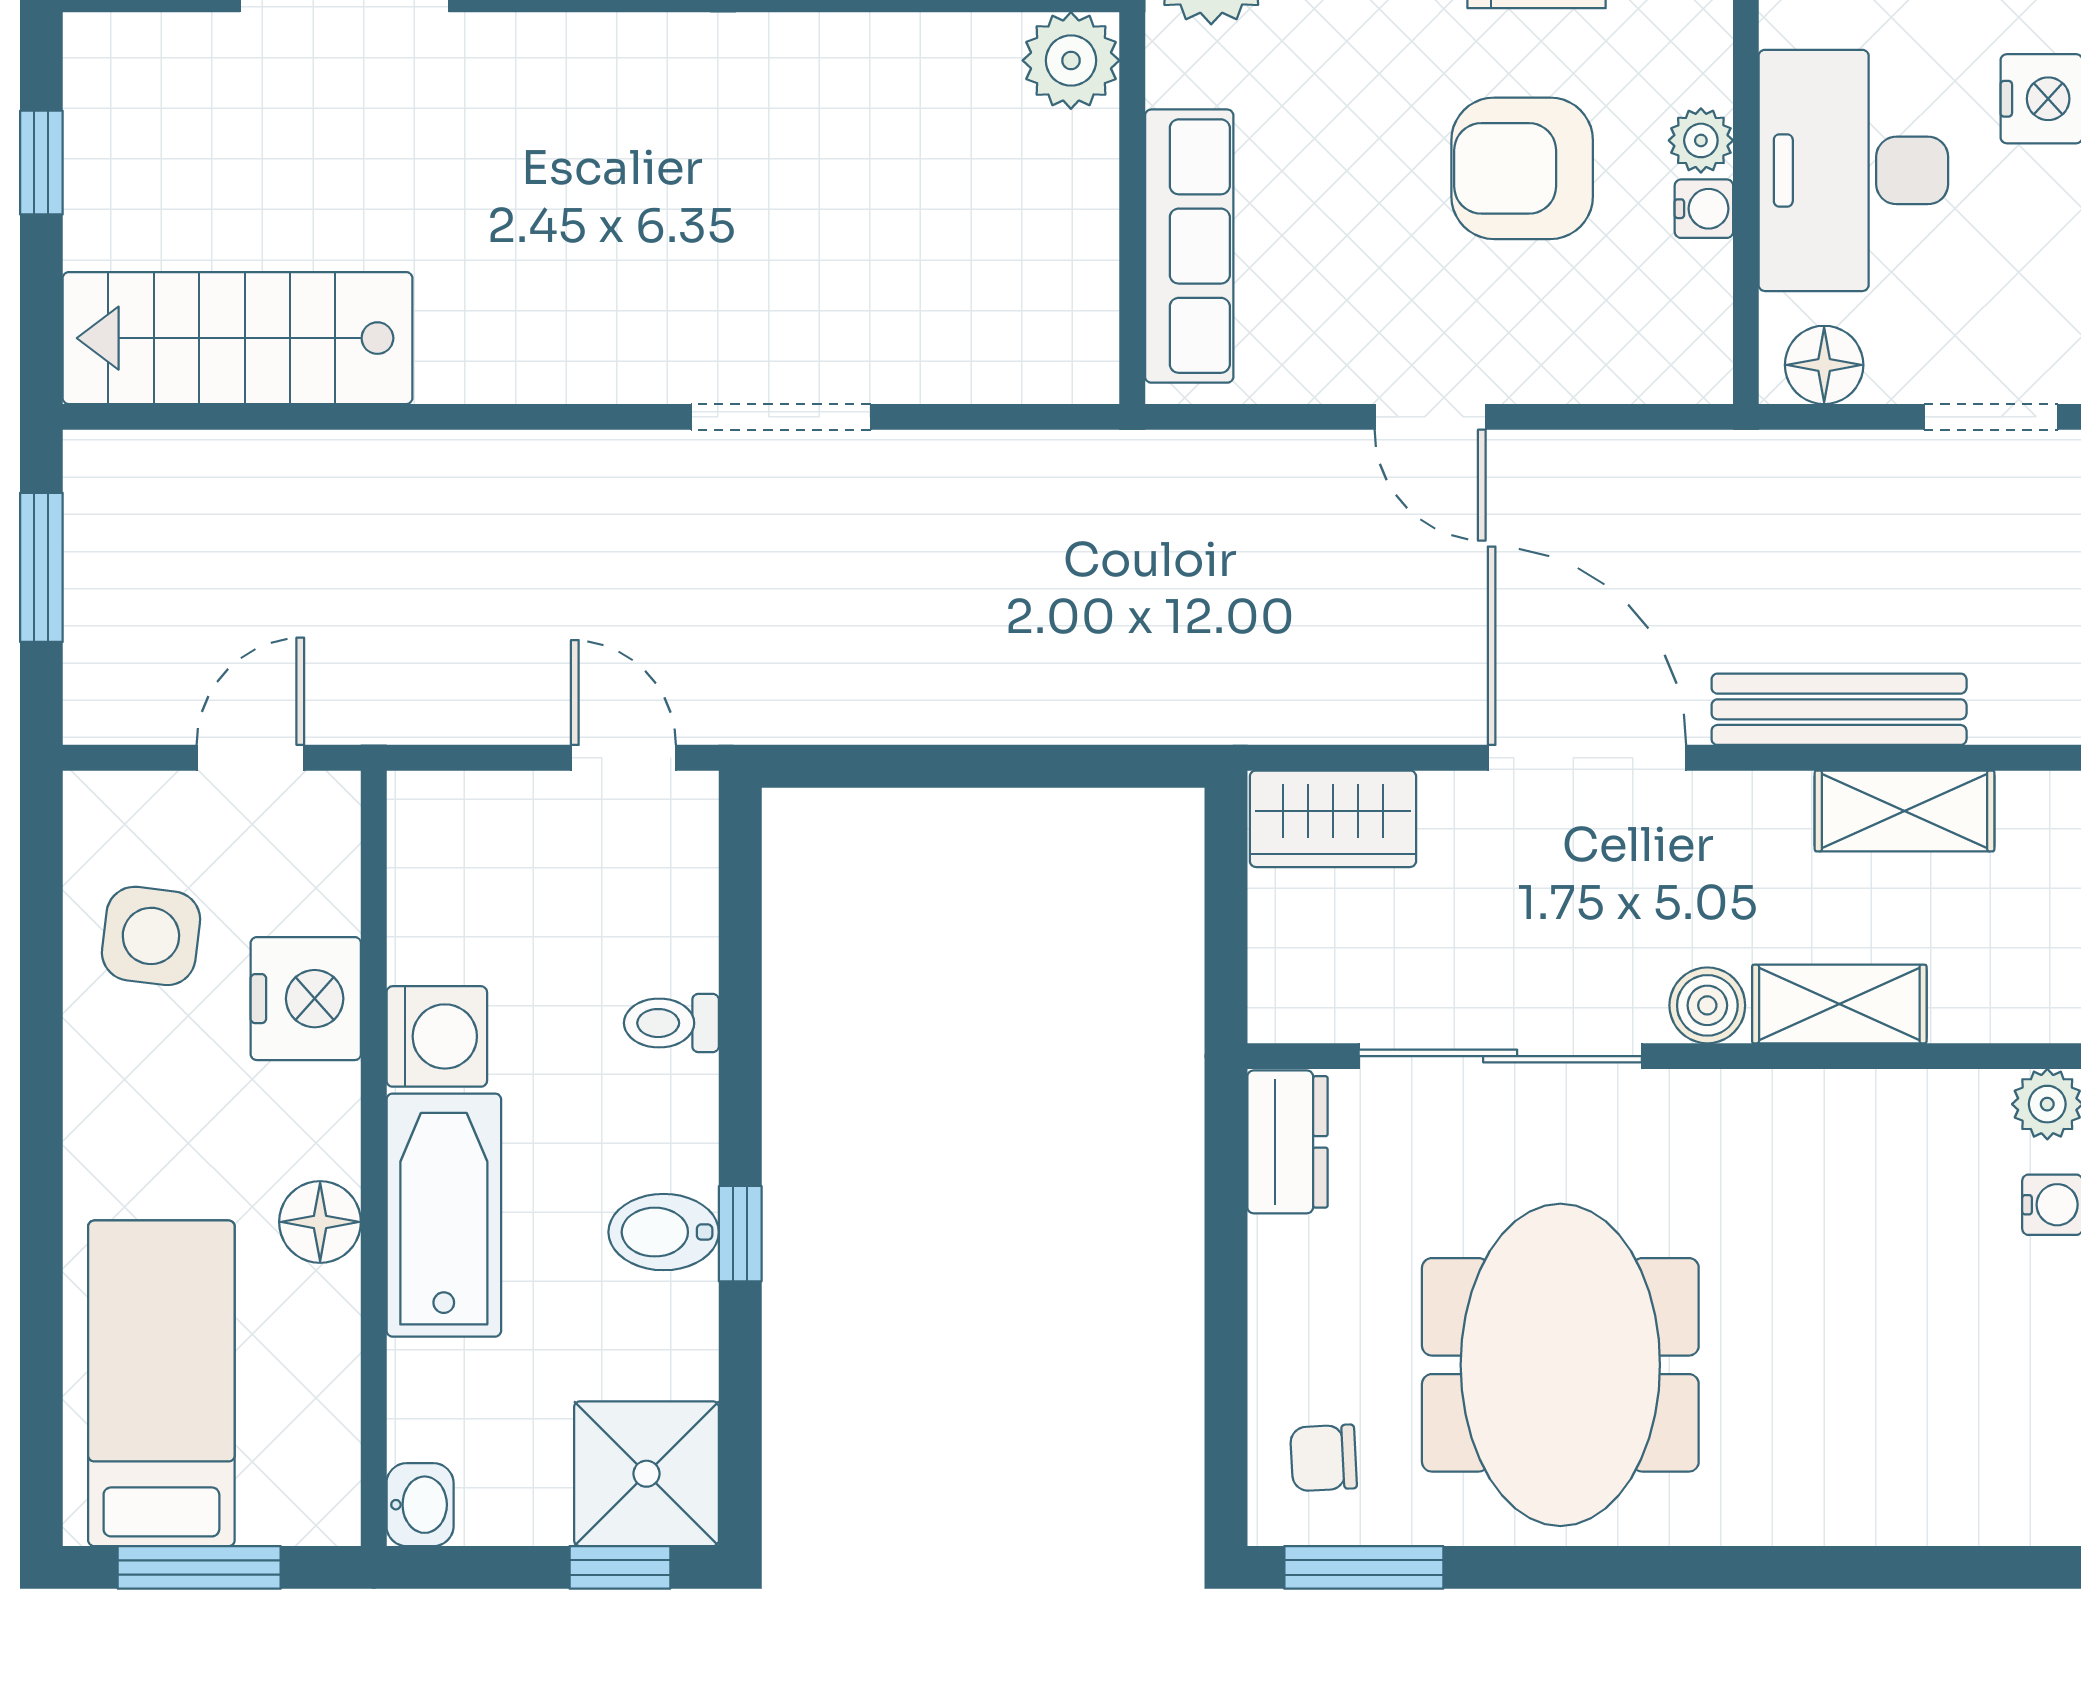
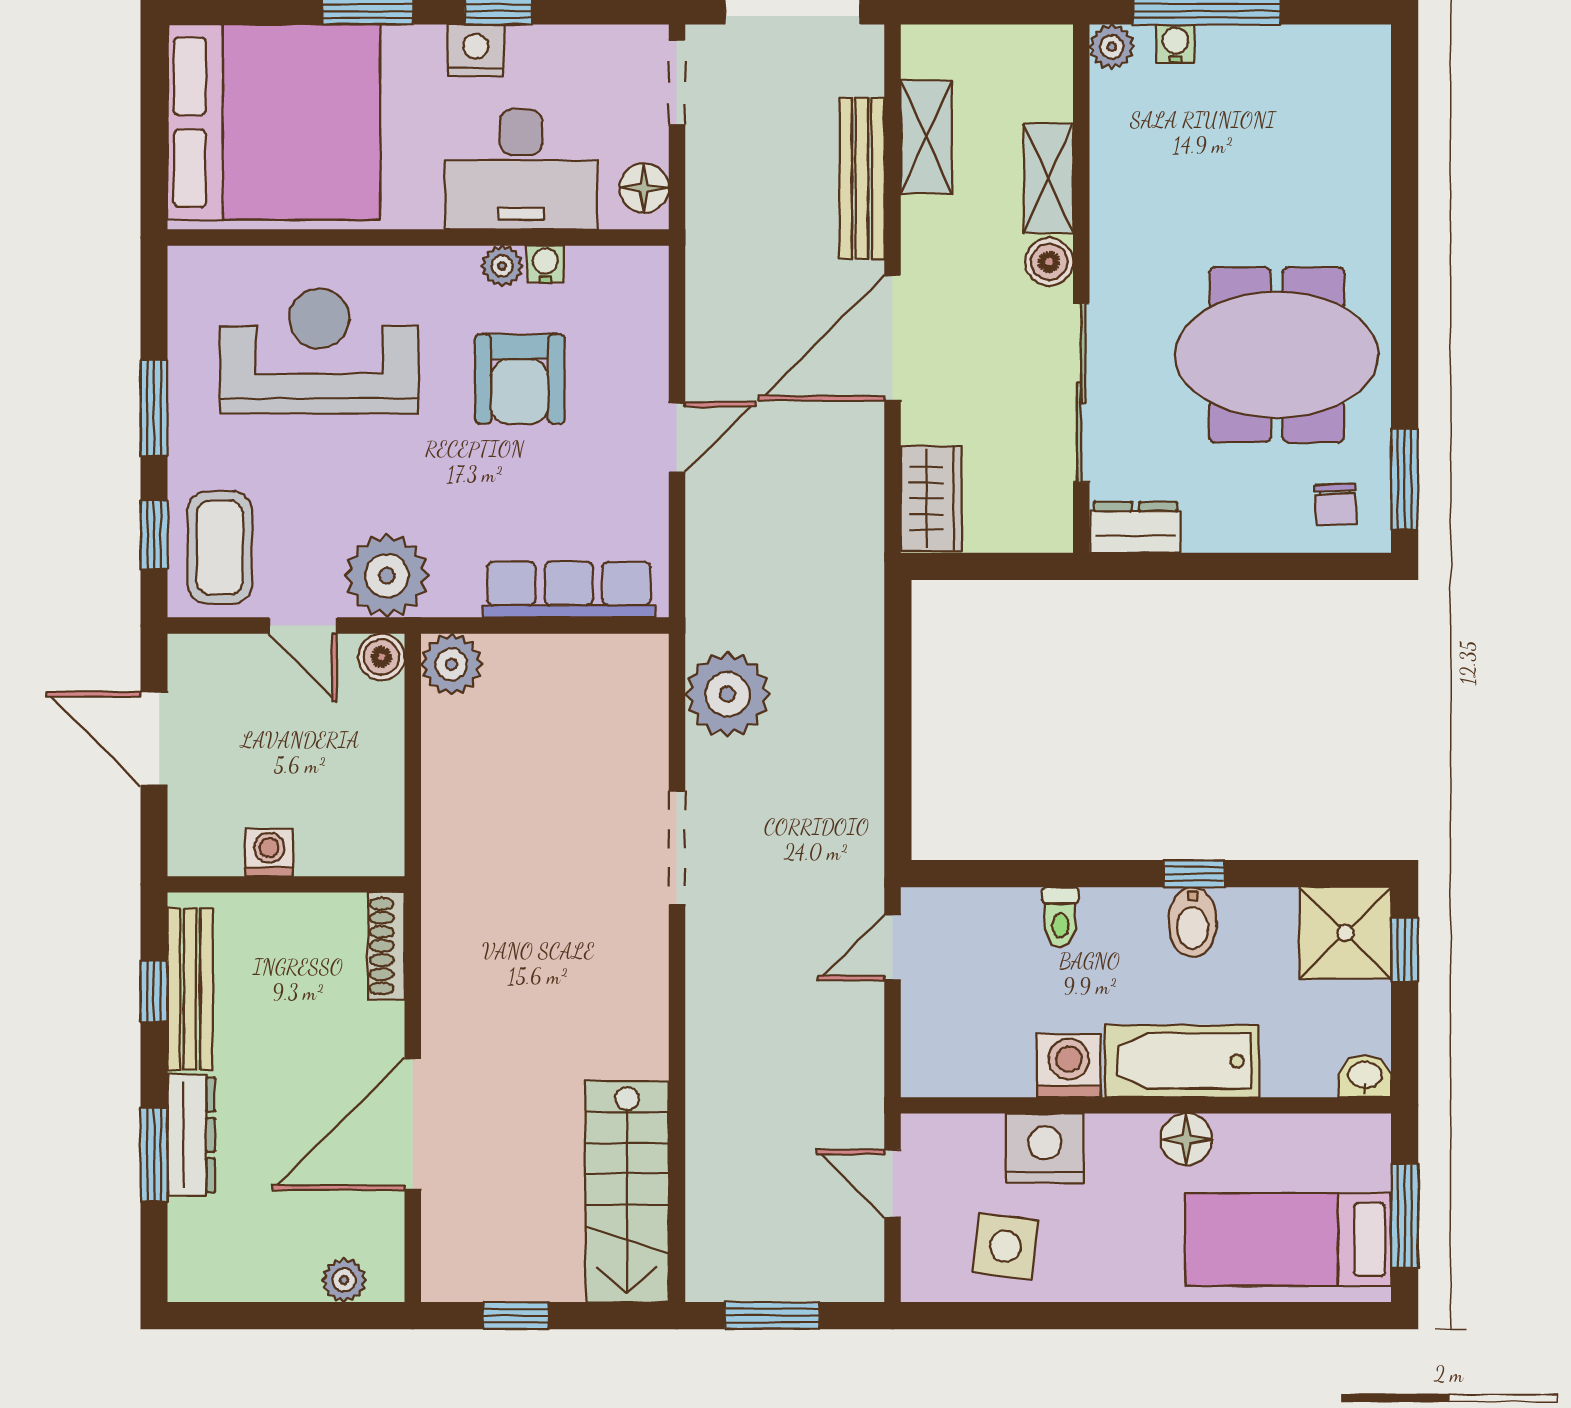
plant: (1024, 497) -> (728, 694), added

